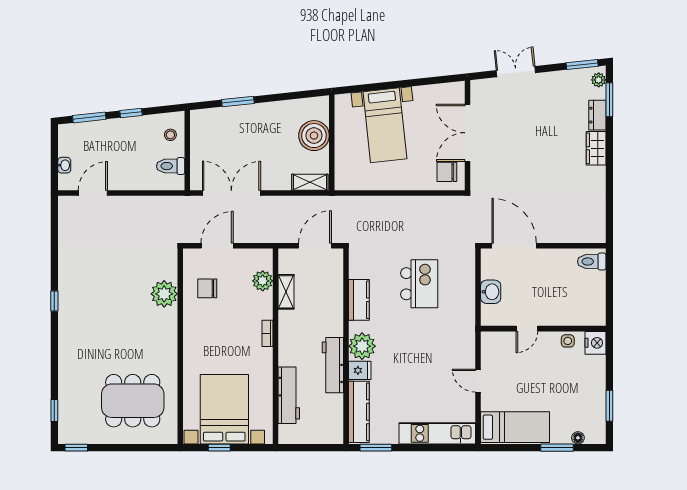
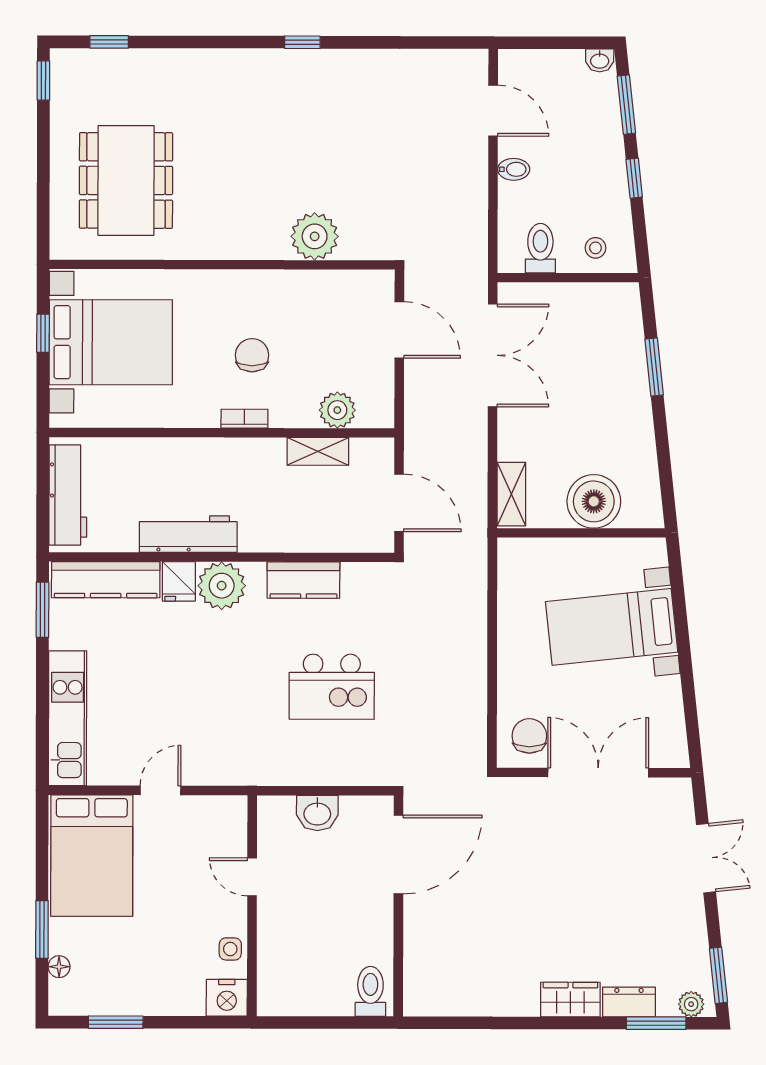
washbasin: (64, 165) -> (600, 60), moved
bidet: (126, 181) -> (514, 169), added
chair: (207, 288) -> (252, 355), moved
workbench: (289, 395) -> (68, 495), moved, turned -90
bed: (515, 427) -> (92, 856), width x1.50

